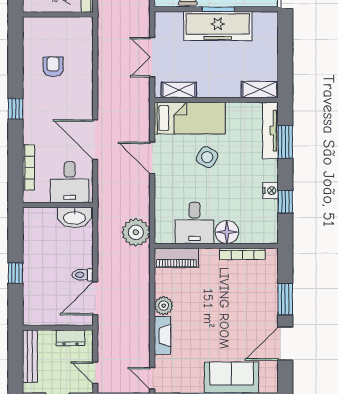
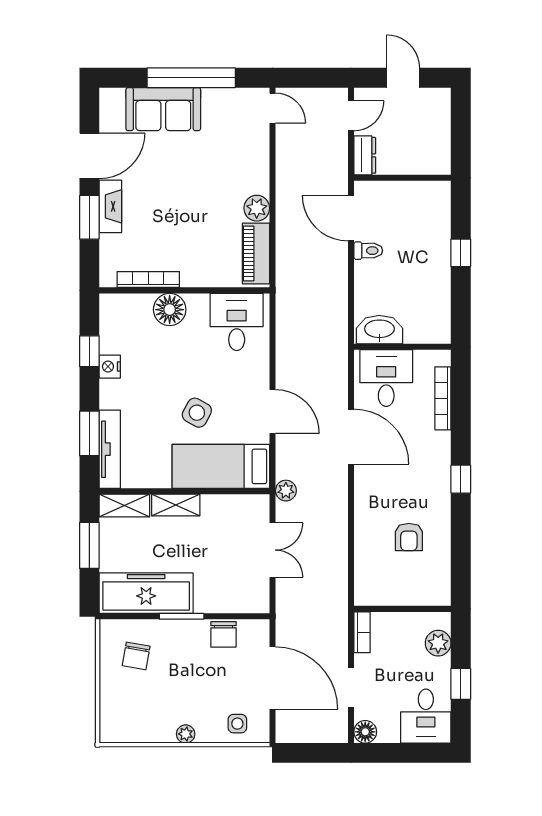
freezer: (218, 26) -> (146, 593), moved
window: (285, 61) -> (89, 545), added
shelving: (179, 90) -> (176, 505), moved
desk: (194, 223) -> (237, 322), moved
plant: (136, 232) -> (286, 491), moved, width x0.53, depth x0.53
piano: (176, 258) -> (256, 253), moved, turned -90
door: (95, 298) -> (351, 218), swing flipped
fireplace: (162, 335) -> (110, 206), moved, turned 180
dresser: (71, 338) -> (365, 155), moved, turned 90
bench: (30, 356) -> (441, 139), removed
door: (95, 373) -> (351, 116), hinge flipped

